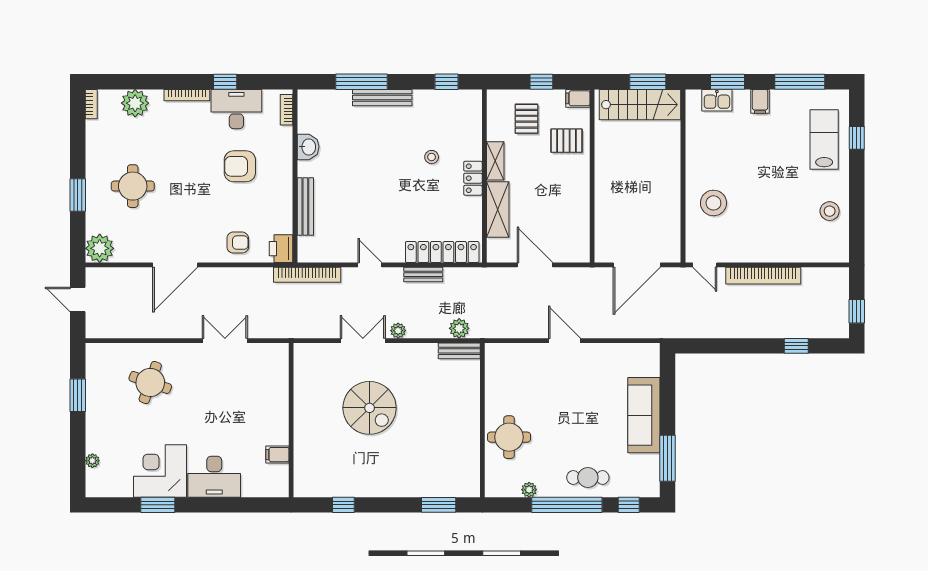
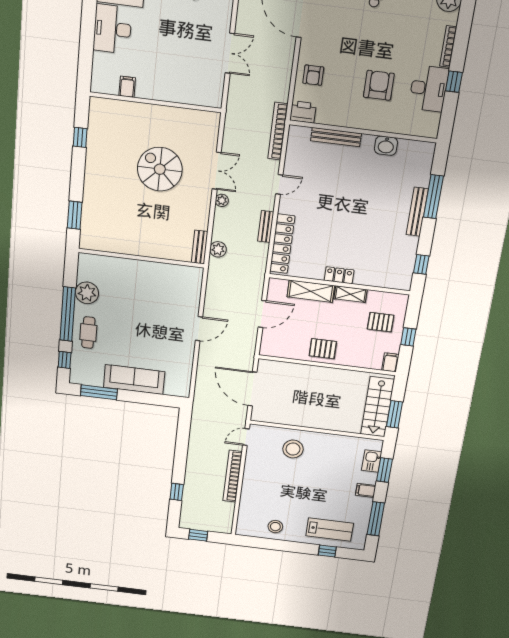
bookcase: (287, 110) -> (421, 131), removed
pallet: (566, 141) -> (323, 349), moved, turned 90
stool: (432, 157) -> (361, 245), removed
spiral stairs: (370, 408) -> (160, 169), turned 90
round table: (509, 437) -> (126, 277), removed
plant: (529, 490) -> (87, 293), width x1.87, depth x1.87

